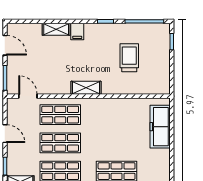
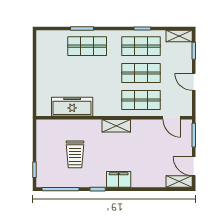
shelving: (56, 29) -> (179, 182), moved
filing cabinet: (77, 32) -> (119, 179), width x2.00
freezer: (160, 127) -> (72, 107), moved, turned -90

